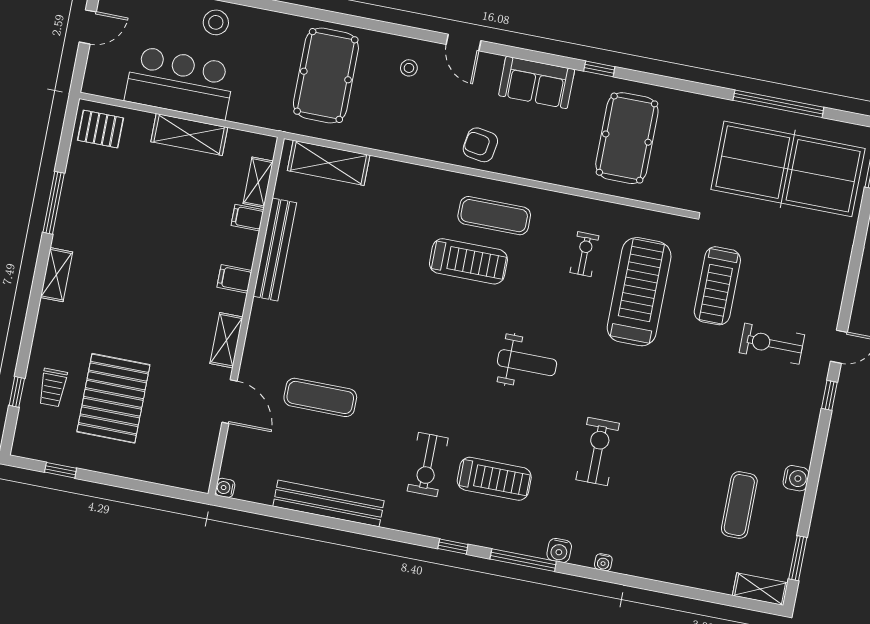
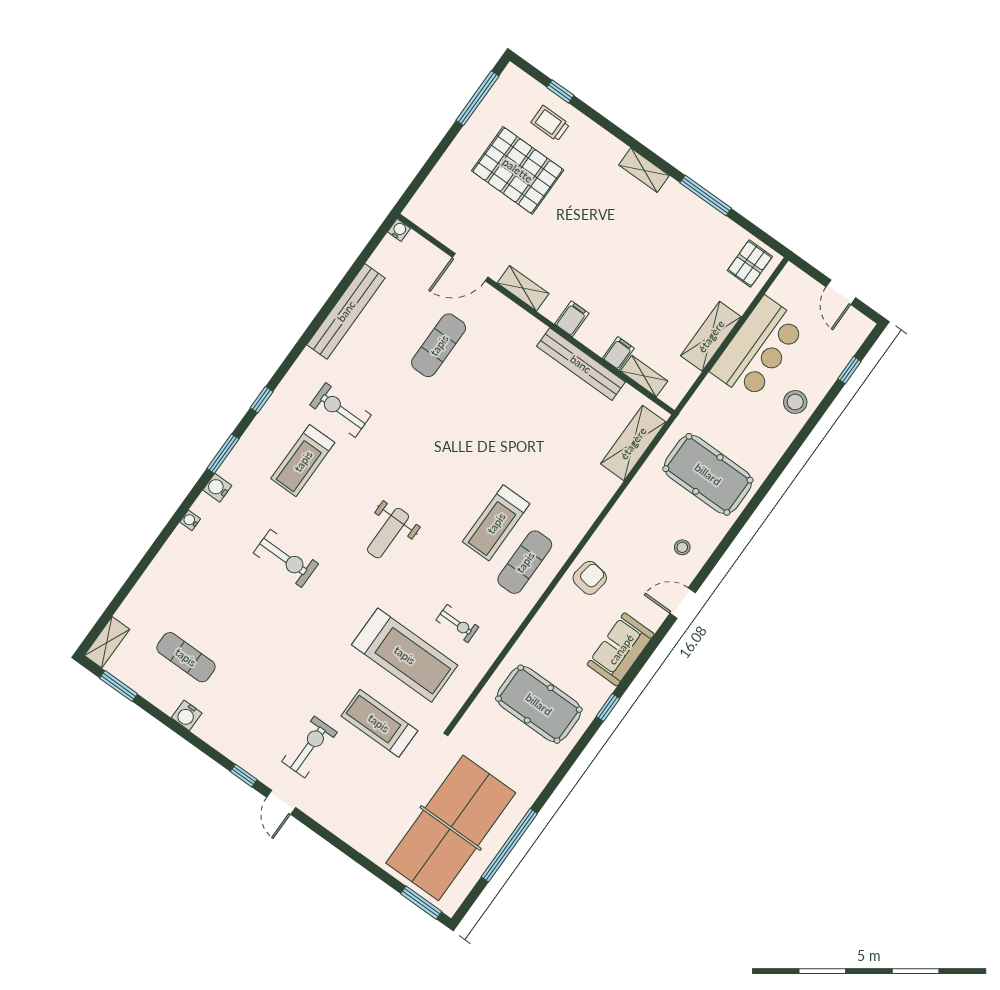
window: (61, 470) -> (477, 98), width x2.17
window: (523, 560) -> (223, 454), width x0.69

